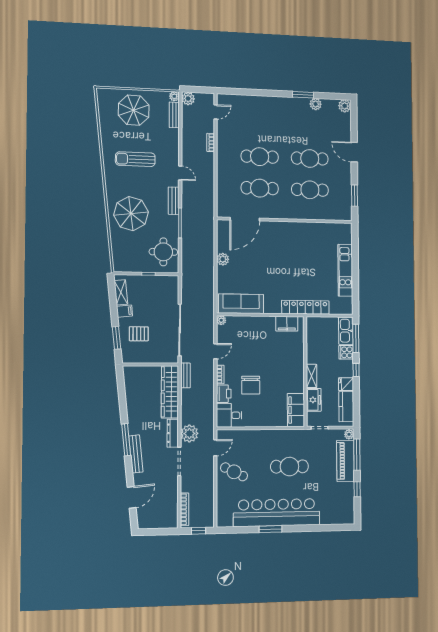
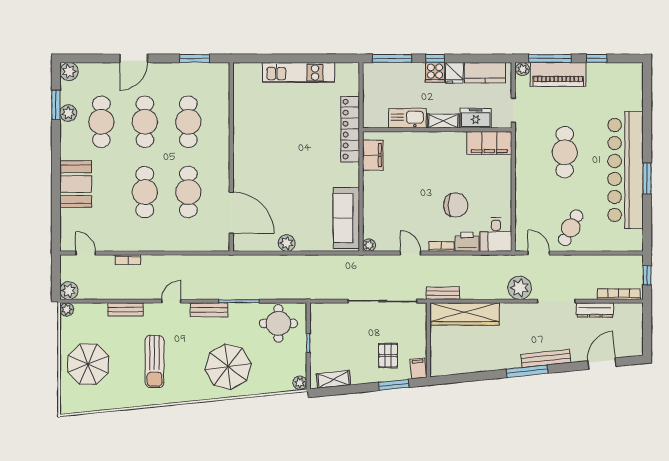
window: (303, 95) -> (56, 105), moved
booth: (265, 107) -> (76, 184), added
bench: (174, 115) -> (125, 309), moved
cafe table: (310, 127) -> (101, 122), added
plant: (119, 267) -> (300, 383), added
filing cabinet: (125, 311) -> (418, 368), moved
kitchen sink: (346, 331) -> (407, 118), moved, turned 180
cooker: (346, 352) -> (435, 72), moved
dresser: (173, 433) -> (595, 310), moved
door: (132, 497) -> (602, 364), hinge flipped

